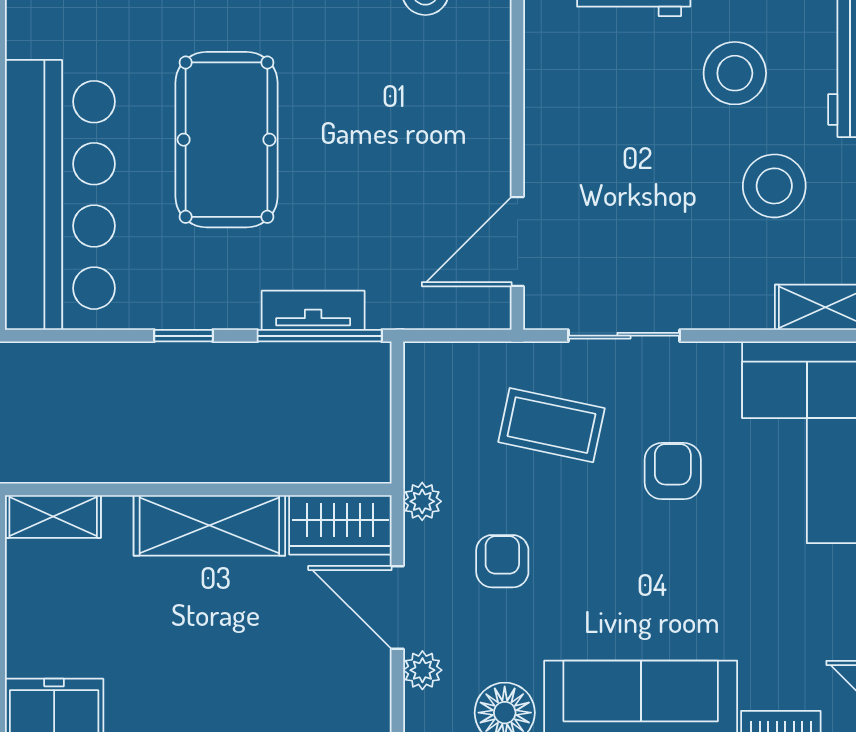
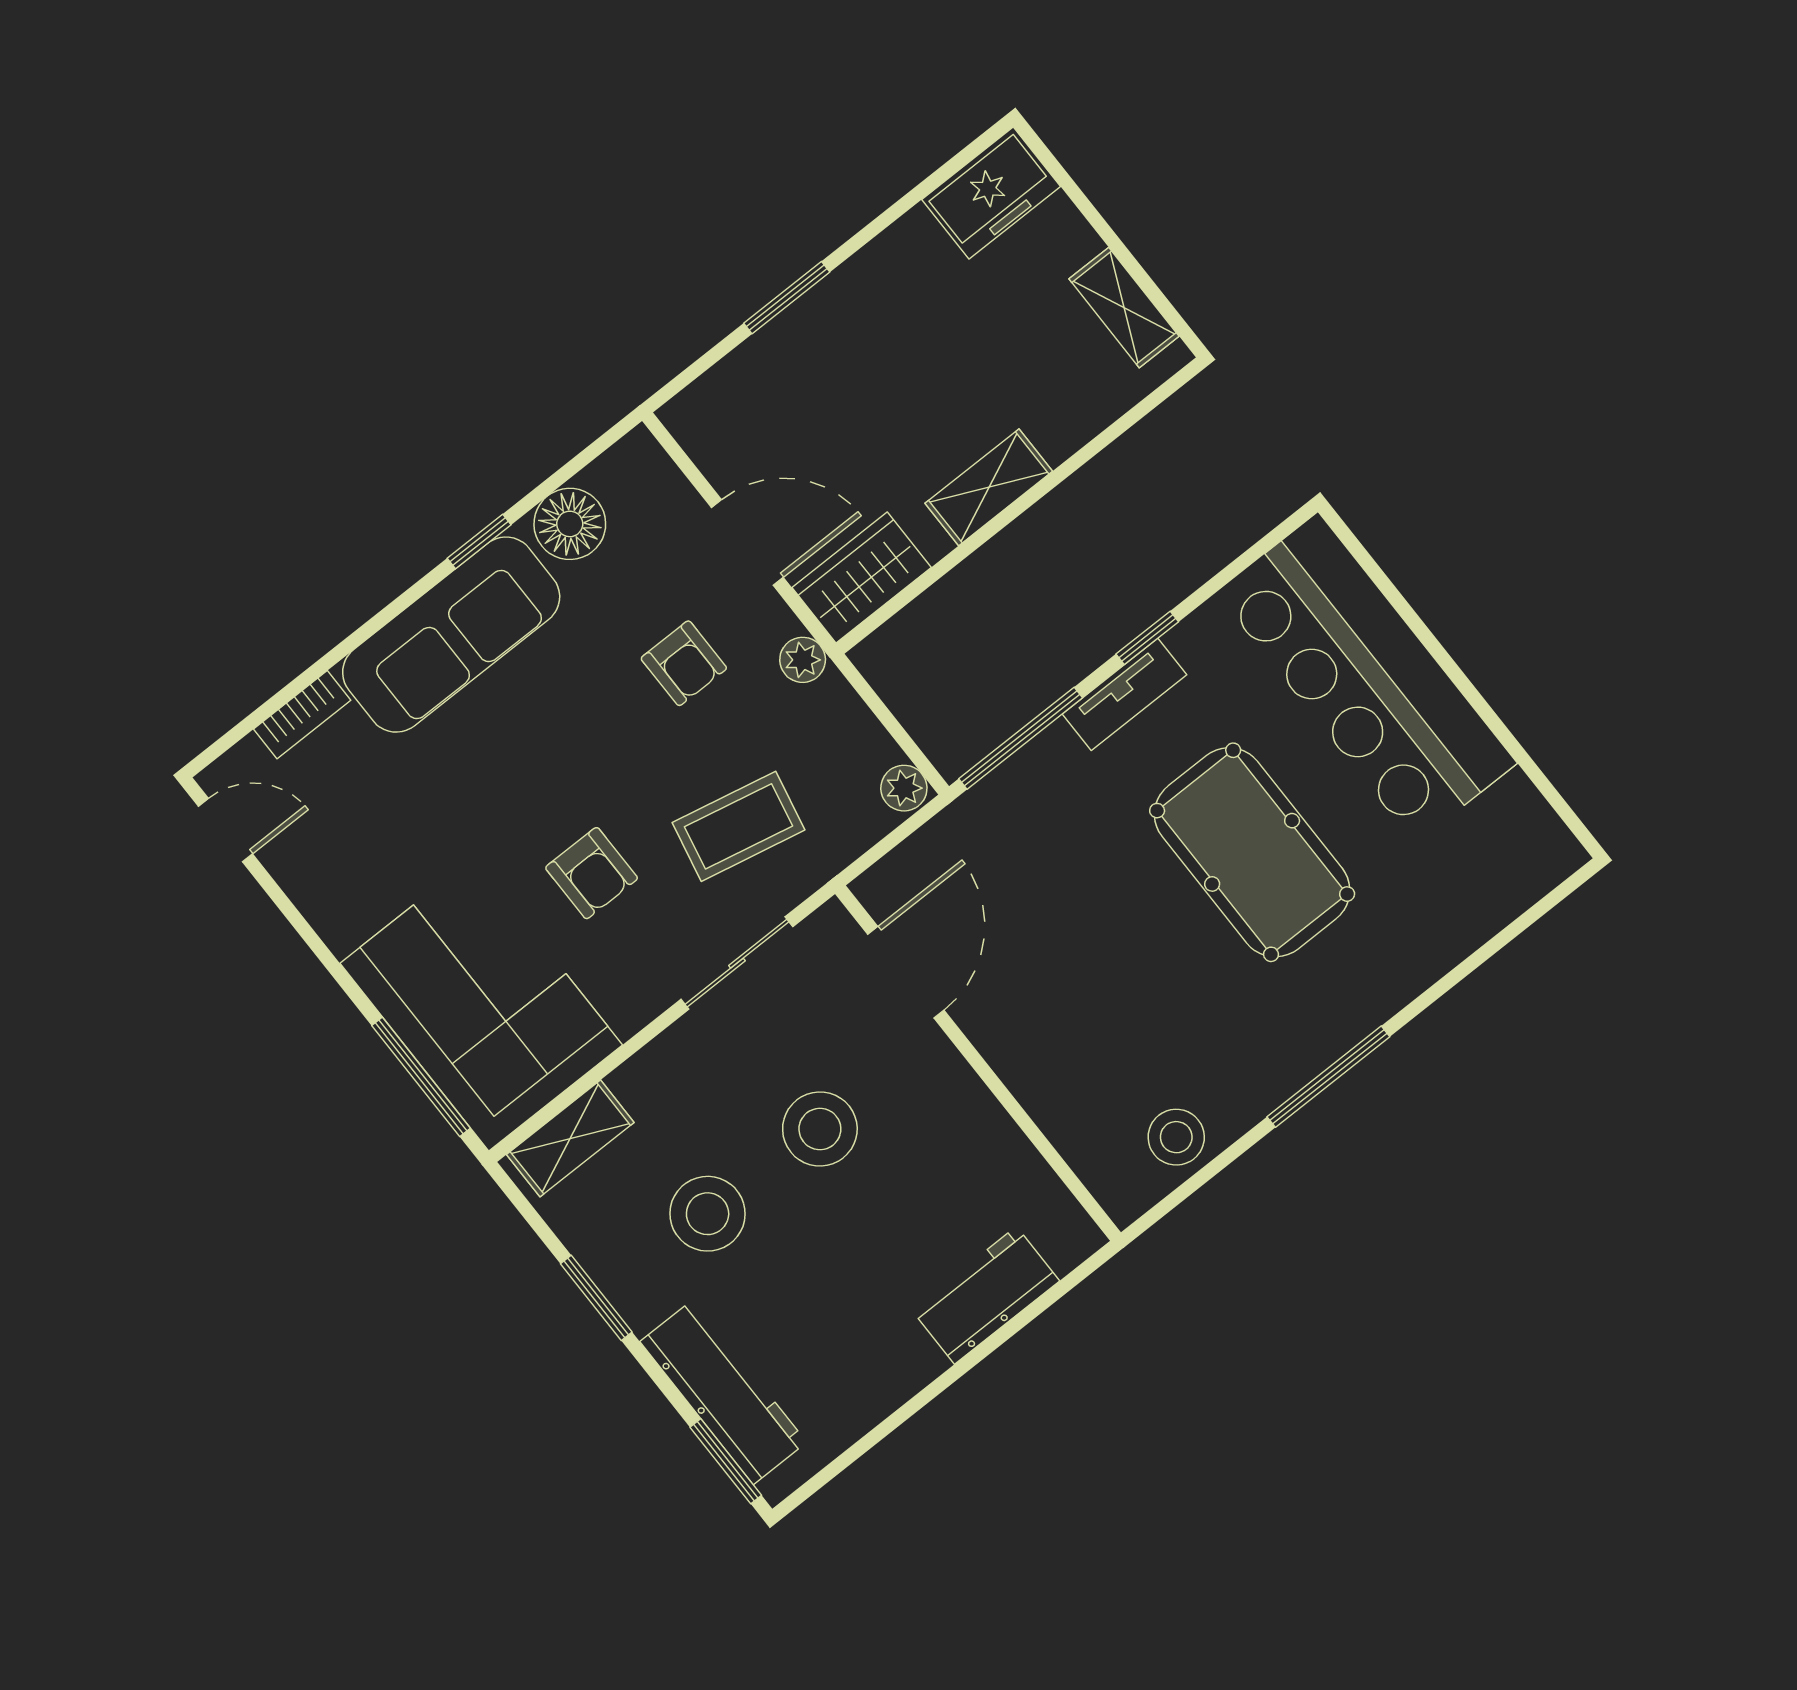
stool: (735, 73) -> (820, 1129), moved
tv unit: (313, 310) -> (1125, 694), moved
shelving: (53, 516) -> (1124, 308), moved, turned 90
shelving: (209, 525) -> (989, 487), width x0.67, depth x0.75
plant: (422, 670) -> (904, 788), moved

